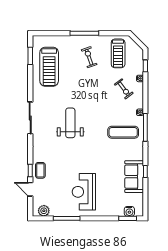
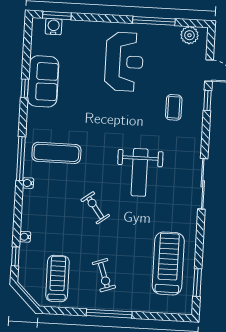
exercise bike: (124, 89) -> (95, 208), moved
coffee table: (40, 170) -> (174, 107), moved

